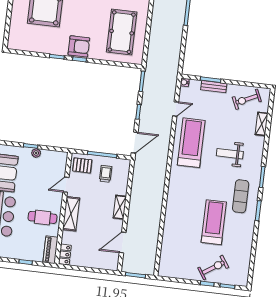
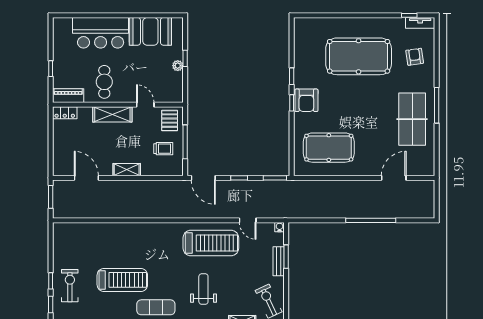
exercise bike: (213, 268) -> (70, 286), turned -146

